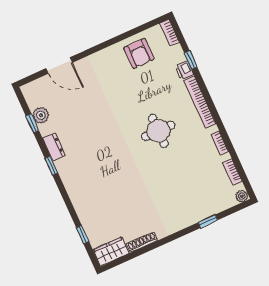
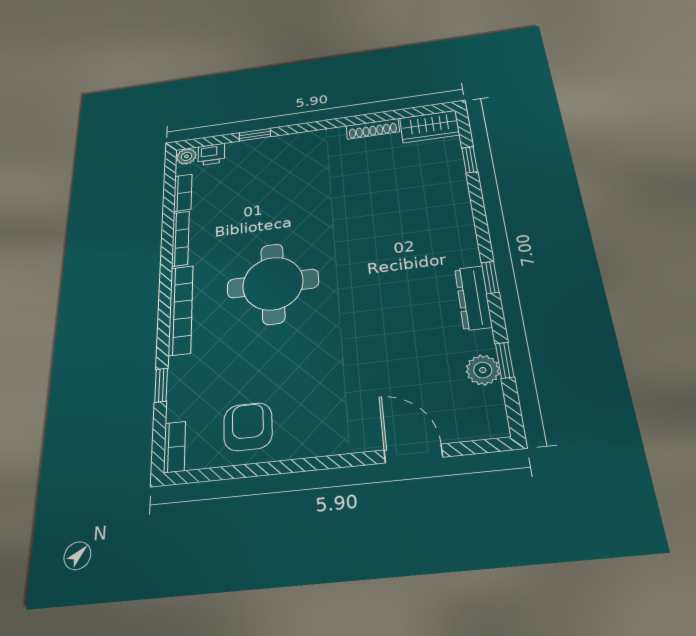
printer: (184, 70) -> (211, 154), moved, turned 90
round table: (158, 131) -> (273, 284), width x1.36, depth x1.36
bookcase: (220, 143) -> (180, 239), width x1.56
dresser: (54, 147) -> (473, 298), width x1.44

